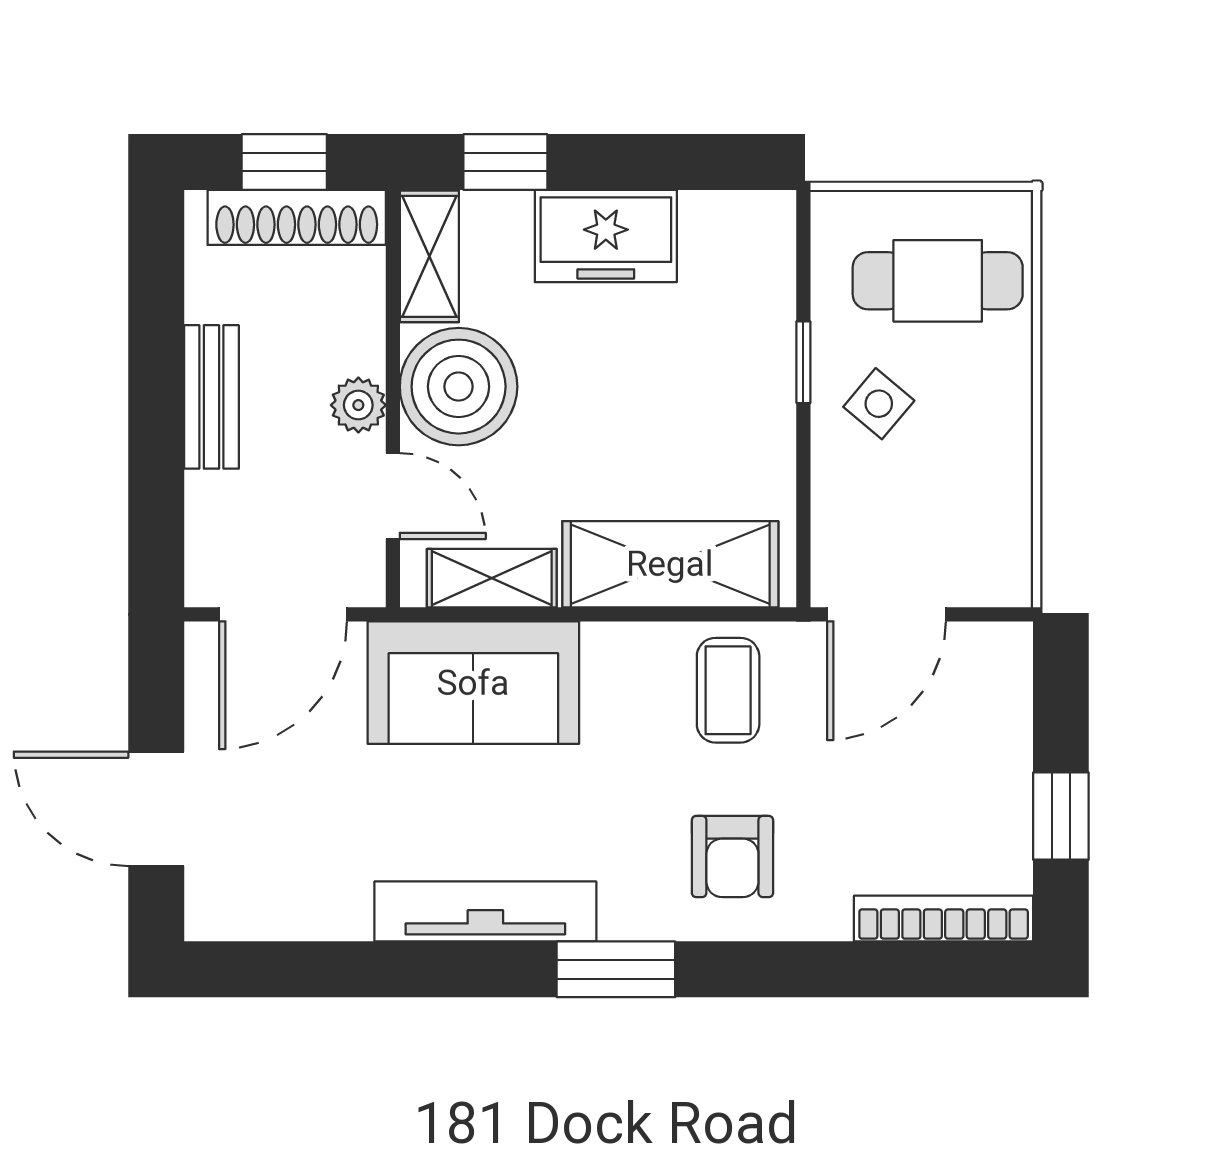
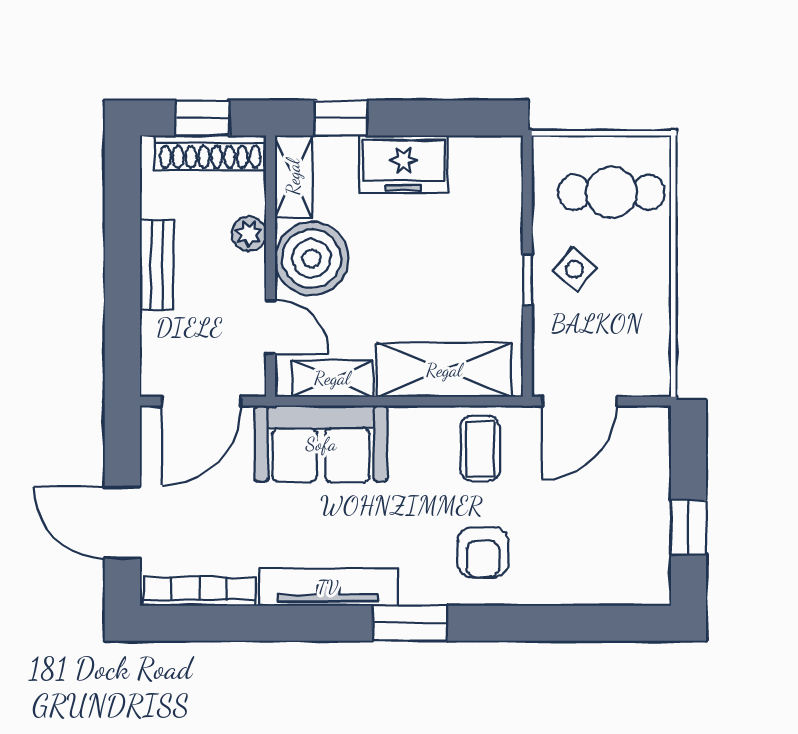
window: (803, 362) -> (527, 280), moved
plant: (358, 405) -> (249, 234), moved
bookcase: (944, 919) -> (199, 591), moved

